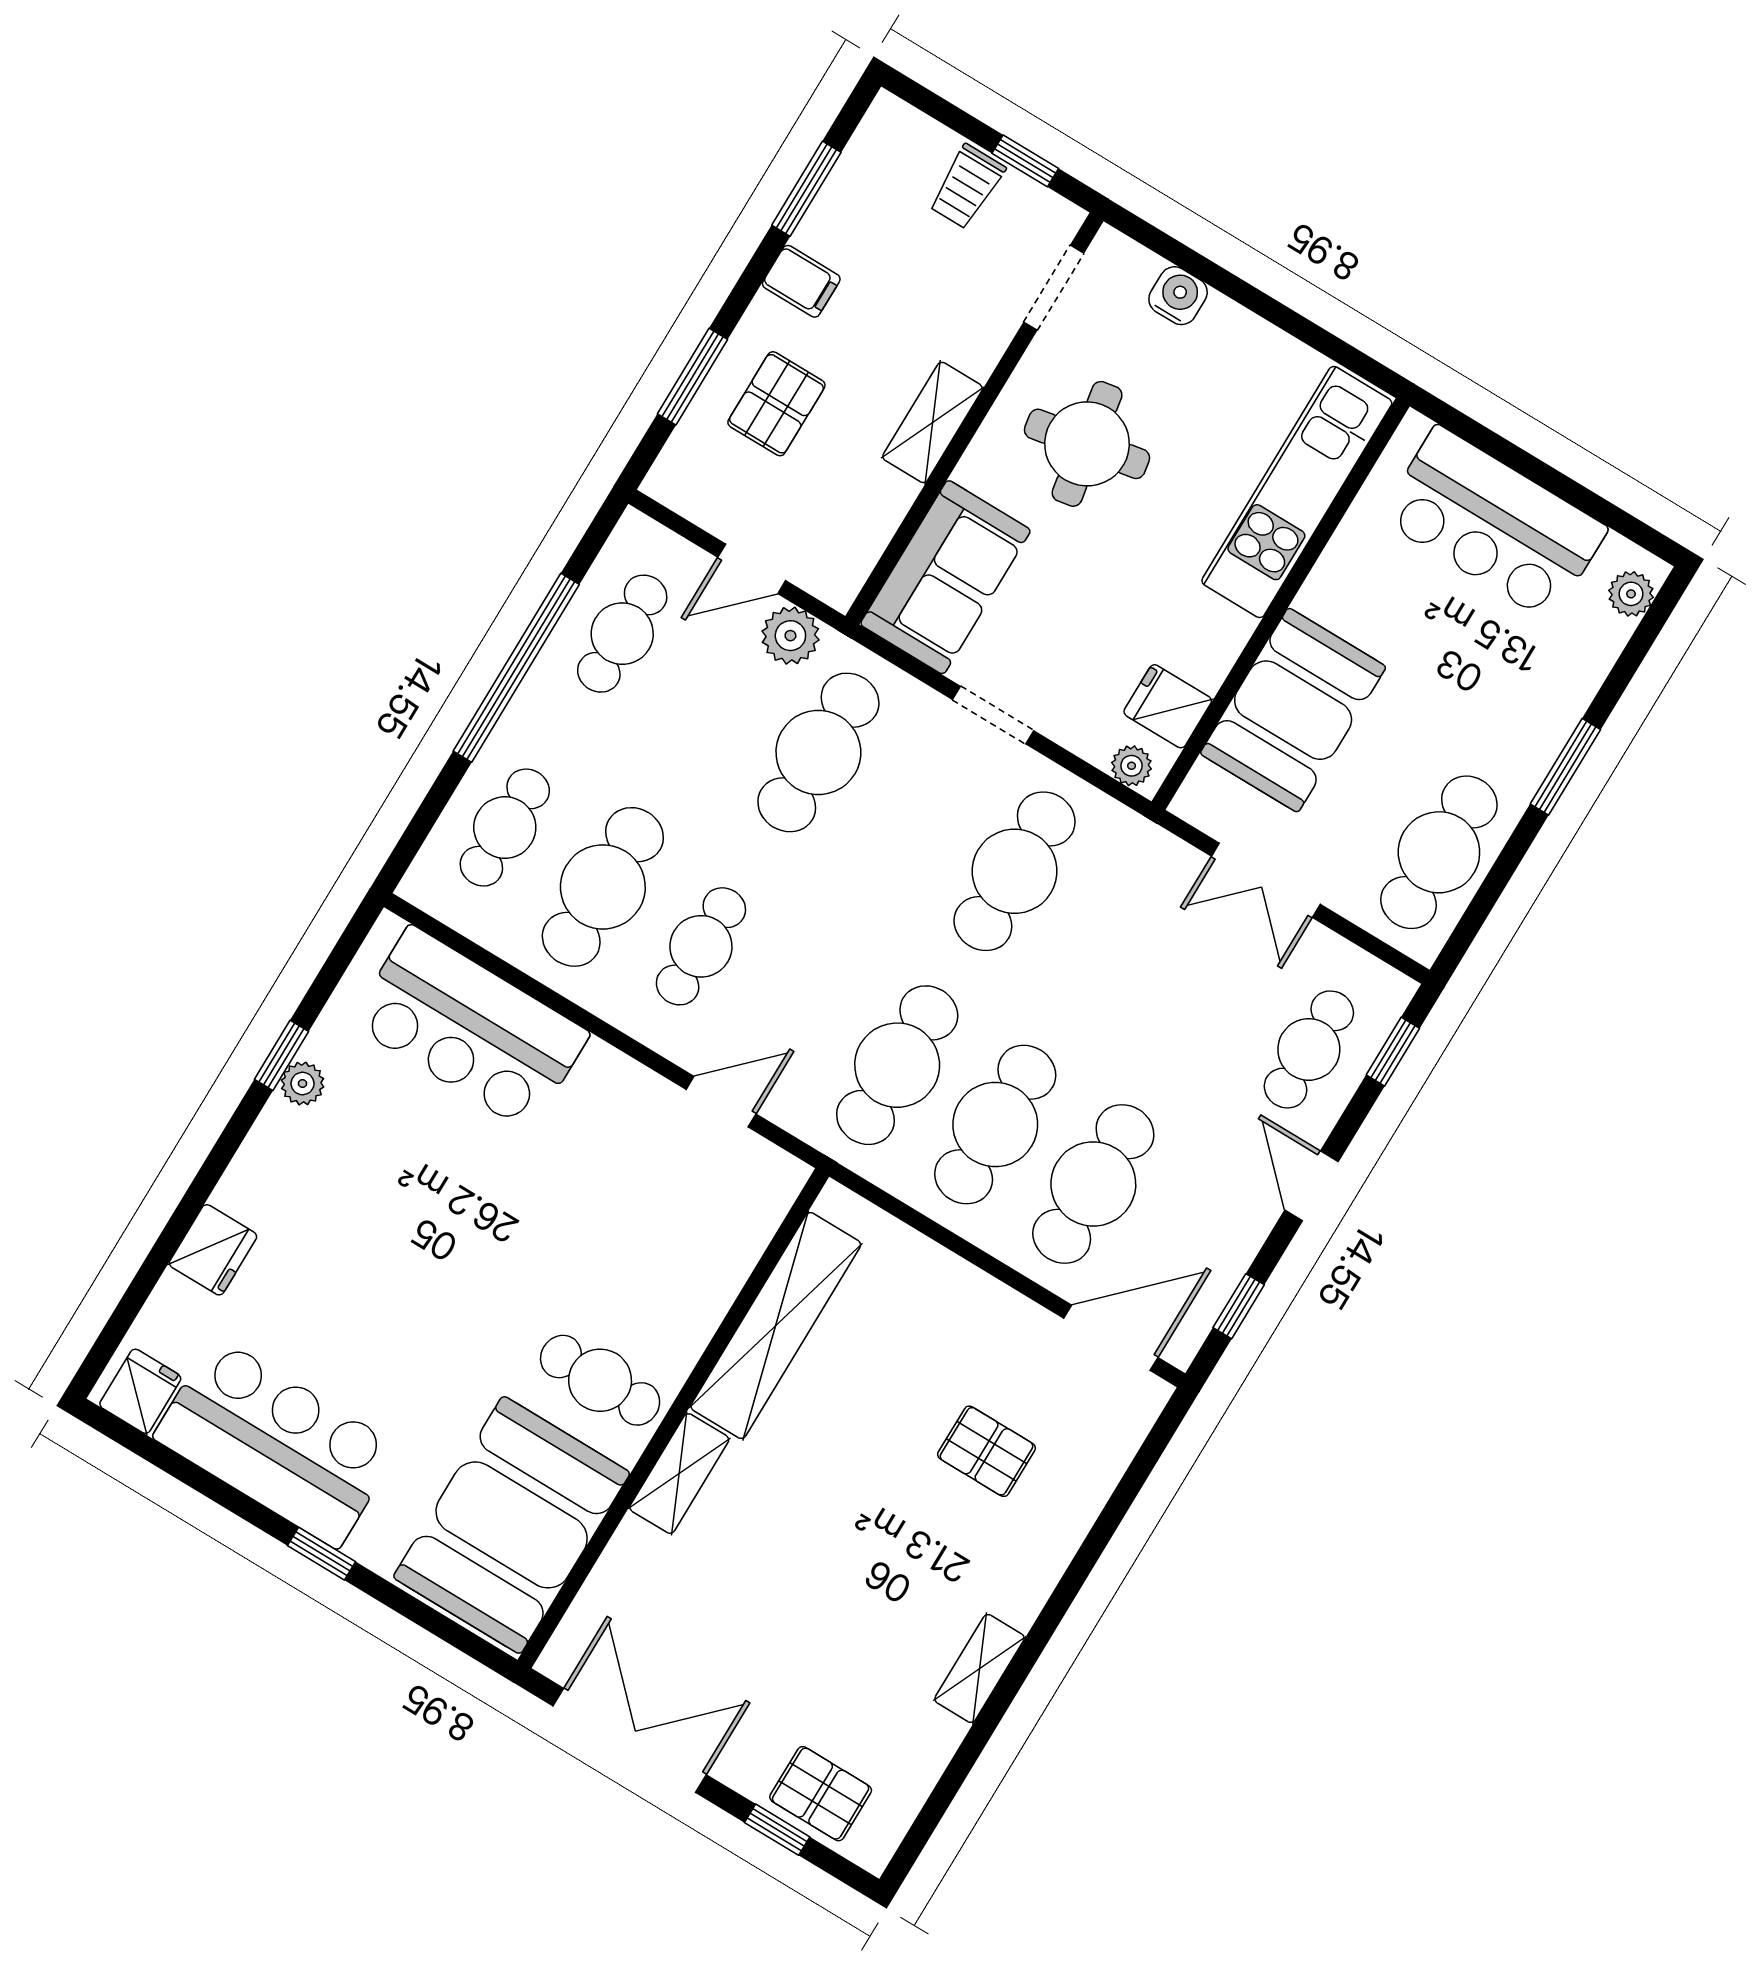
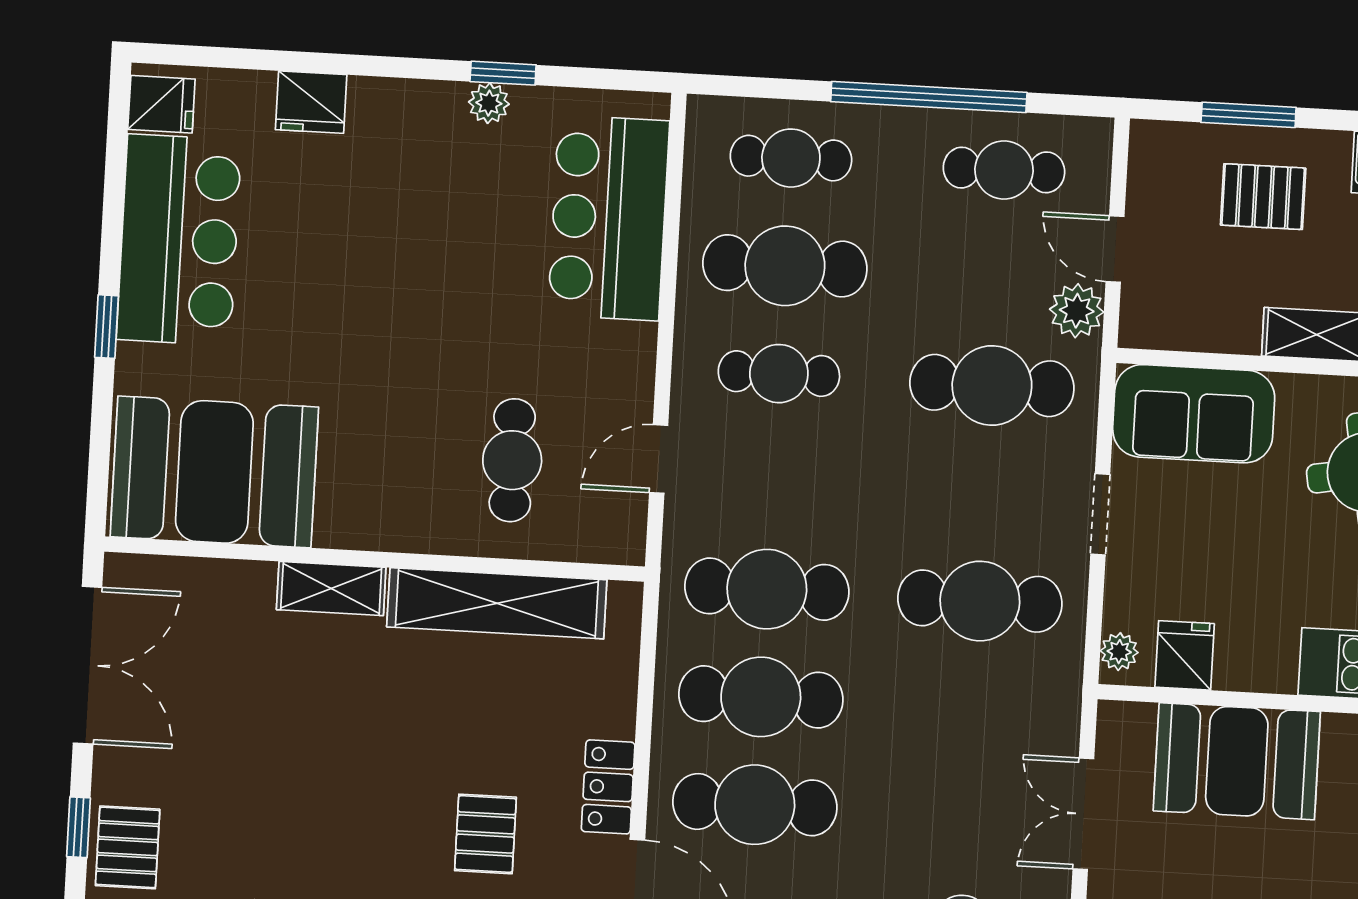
door: (721, 1102) -> (659, 459), swing flipped
locker: (1004, 1313) -> (608, 787), added
cafe table: (600, 1380) -> (512, 460), moved

